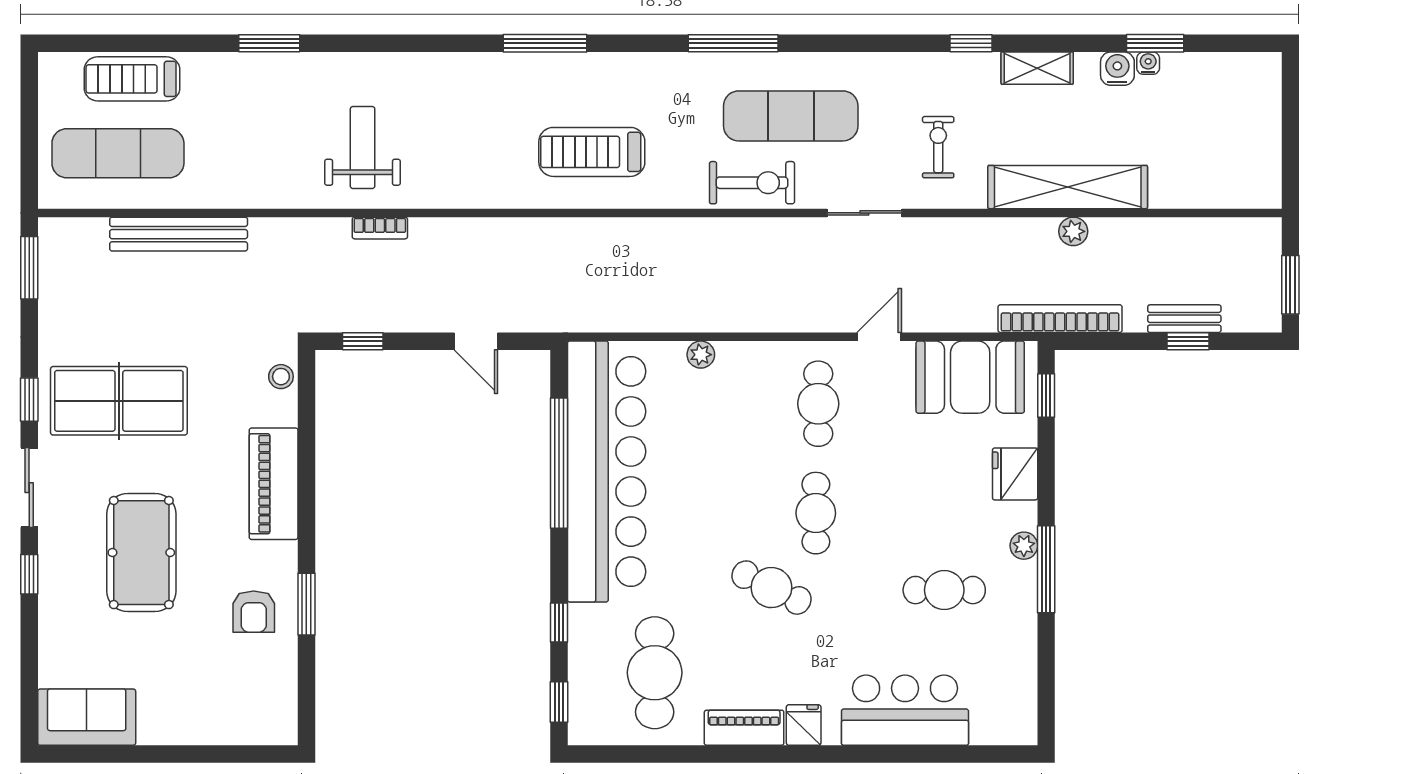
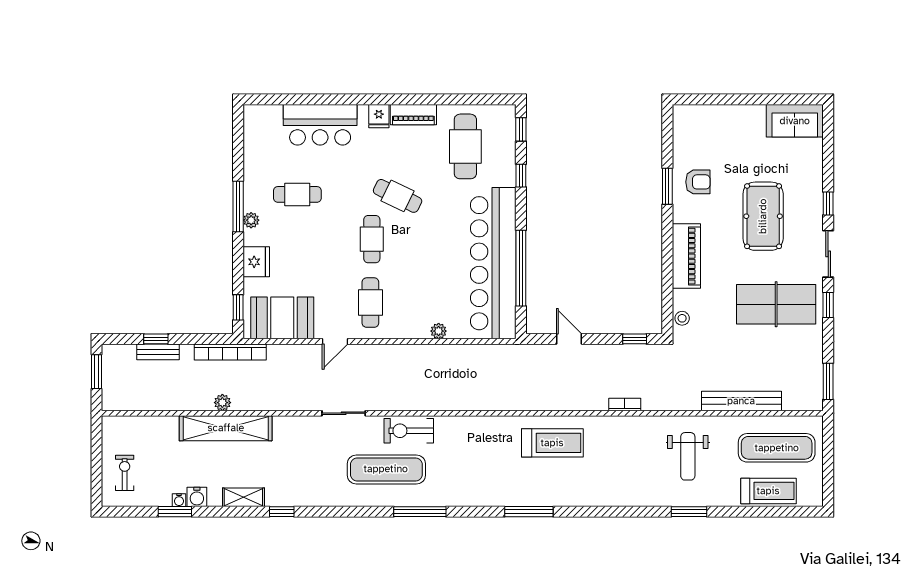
exercise bike: (938, 147) -> (125, 473), moved, turned 180
weight bench: (363, 148) -> (688, 456), moved
treadmill: (592, 152) -> (552, 443), moved
armchair: (254, 612) -> (698, 182), turned 90

